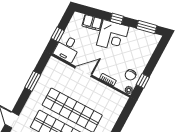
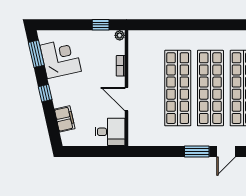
window: (58, 35) -> (100, 151), removed
corner desk: (113, 36) -> (61, 58), moved
chair: (130, 75) -> (101, 43), removed
window: (33, 81) -> (197, 151), moved

